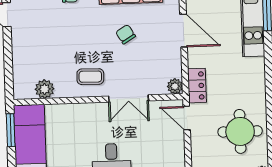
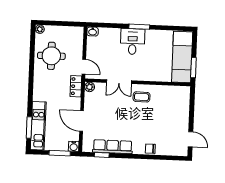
chair: (126, 34) -> (118, 121), removed
plant: (45, 89) -> (170, 91), removed
double door: (128, 98) -> (119, 82), swing flipped

